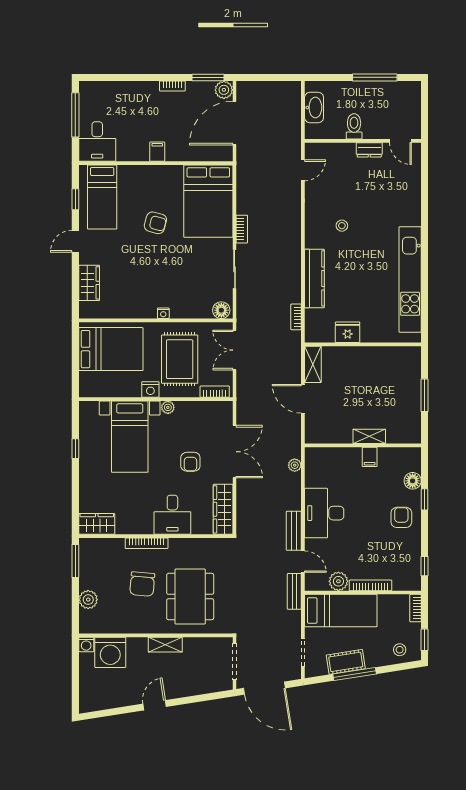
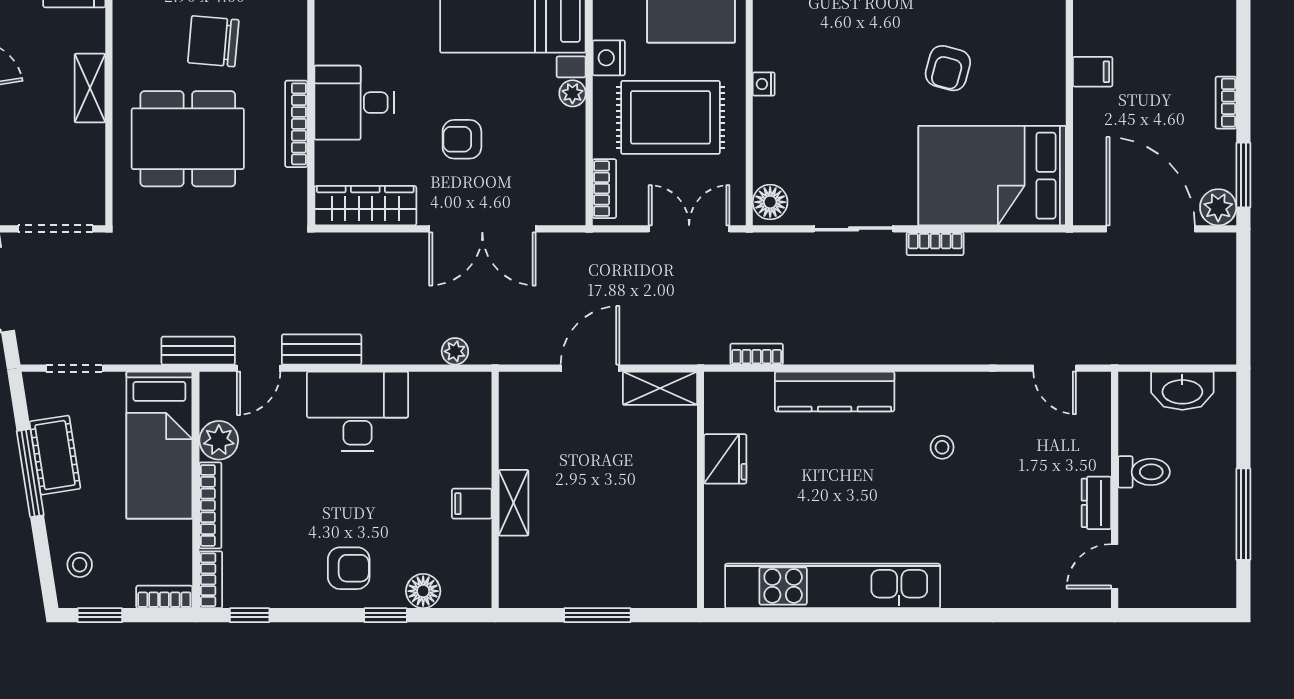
bookcase: (147, 543) -> (296, 124), moved
bookcase: (407, 585) -> (211, 580), added

